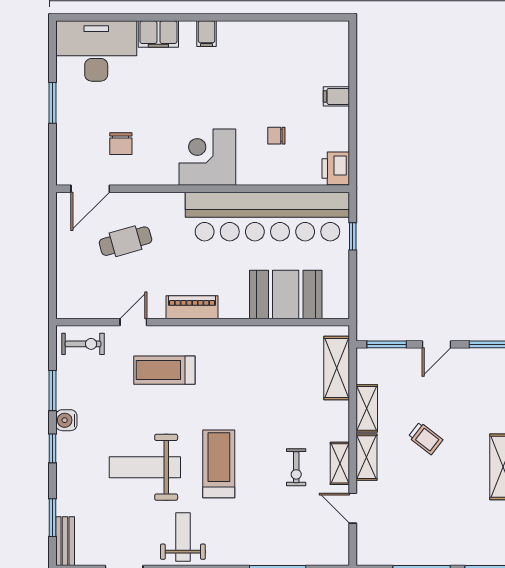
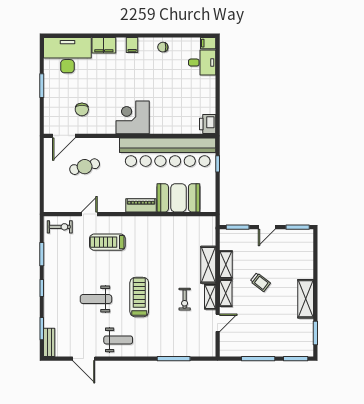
desk: (326, 63) -> (202, 63), added
filing cabinet: (336, 96) -> (208, 43), moved
chair: (276, 136) -> (163, 47), moved
piano: (192, 307) -> (141, 205), moved
shelving: (337, 368) -> (208, 265), moved
water cooler: (66, 420) -> (50, 271), removed
weight bench: (145, 467) -> (96, 299), width x0.73, depth x0.75
door: (353, 508) -> (218, 323), swing flipped
weight bench: (183, 537) -> (118, 340), turned 90

